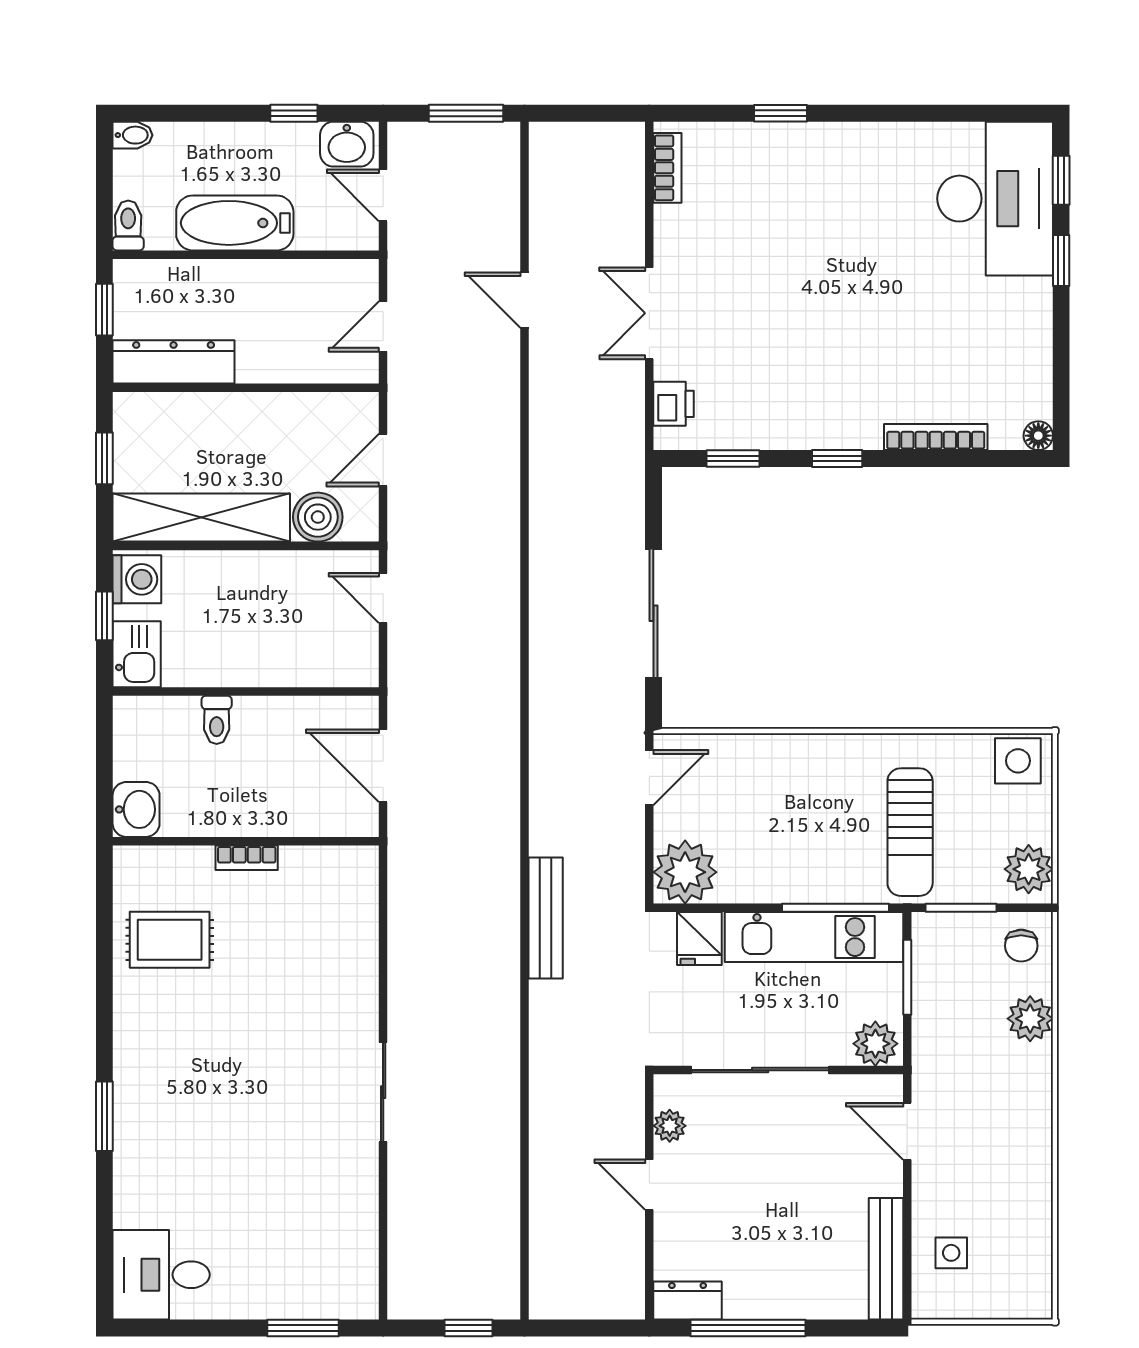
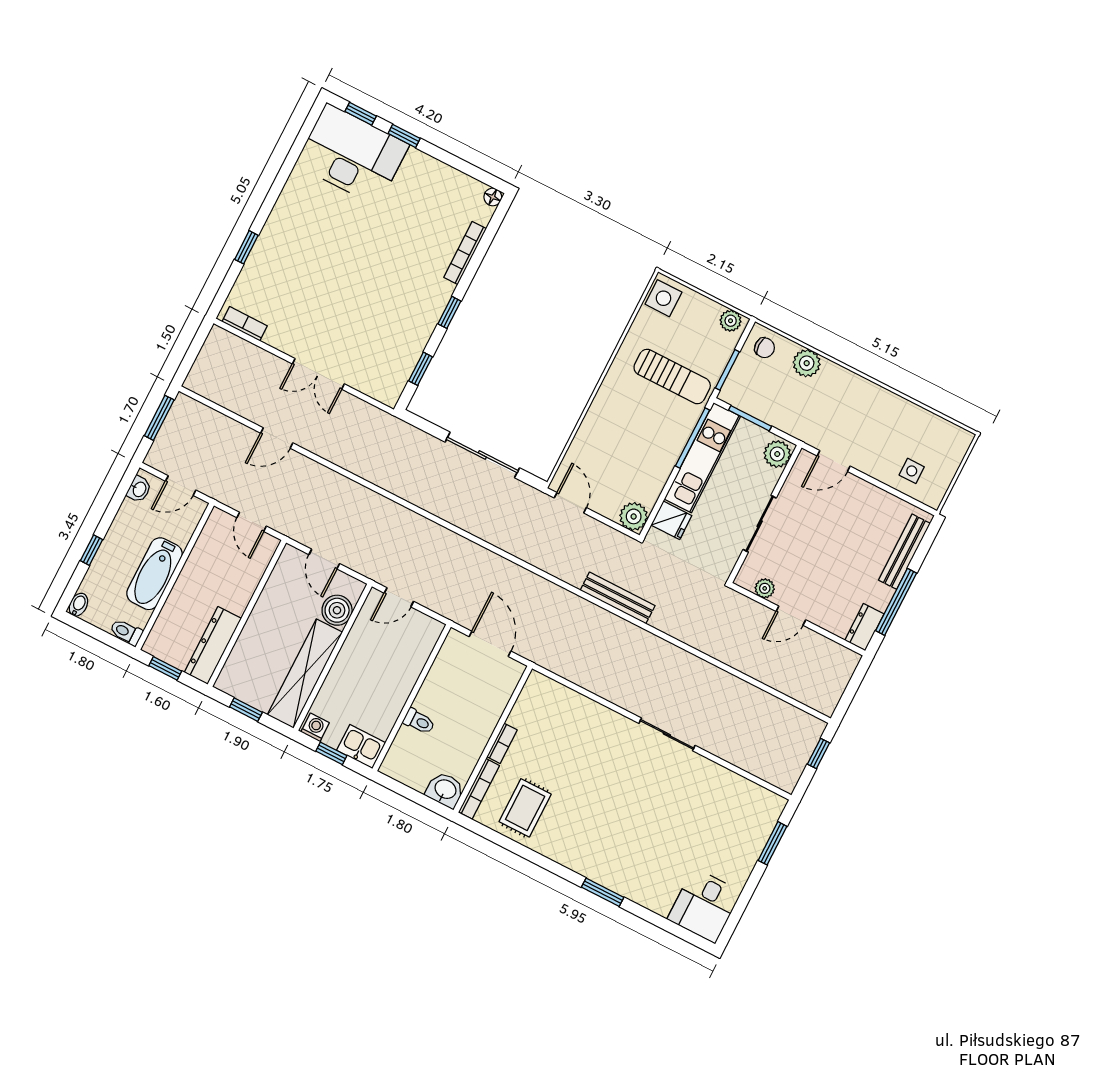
window: (294, 113) -> (91, 550), moved
washbasin: (347, 144) -> (139, 489), width x0.72, depth x0.69
printer: (674, 404) -> (374, 386), removed
washing machine: (137, 579) -> (315, 727), width x0.73, depth x0.73
door: (383, 766) -> (490, 644), swing flipped
bookcase: (163, 858) -> (479, 789), added
plant: (1029, 869) -> (731, 321), width x0.73, depth x0.73
plant: (685, 872) -> (634, 516), width x0.73, depth x0.73
sliding door: (760, 1070) -> (760, 524), width x0.73
bench: (886, 1259) -> (904, 552), moved, turned 90

